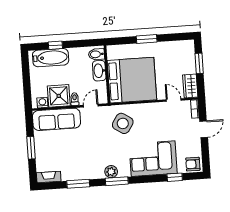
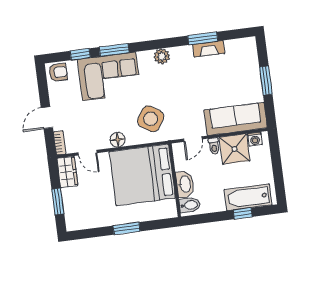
floor lamp: (150, 109) -> (118, 140), added
fireplace: (49, 177) -> (209, 49), moved
window: (117, 181) -> (114, 50), moved

